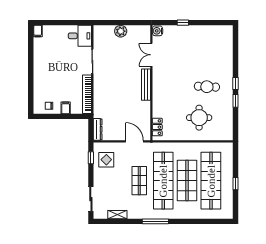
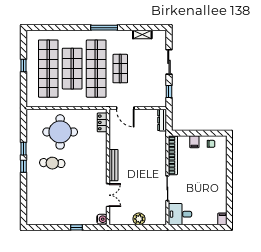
round table: (199, 118) -> (60, 132), width x1.36, depth x1.36
display table: (106, 160) -> (153, 90), removed
sliding door: (91, 199) -> (169, 62), moved

